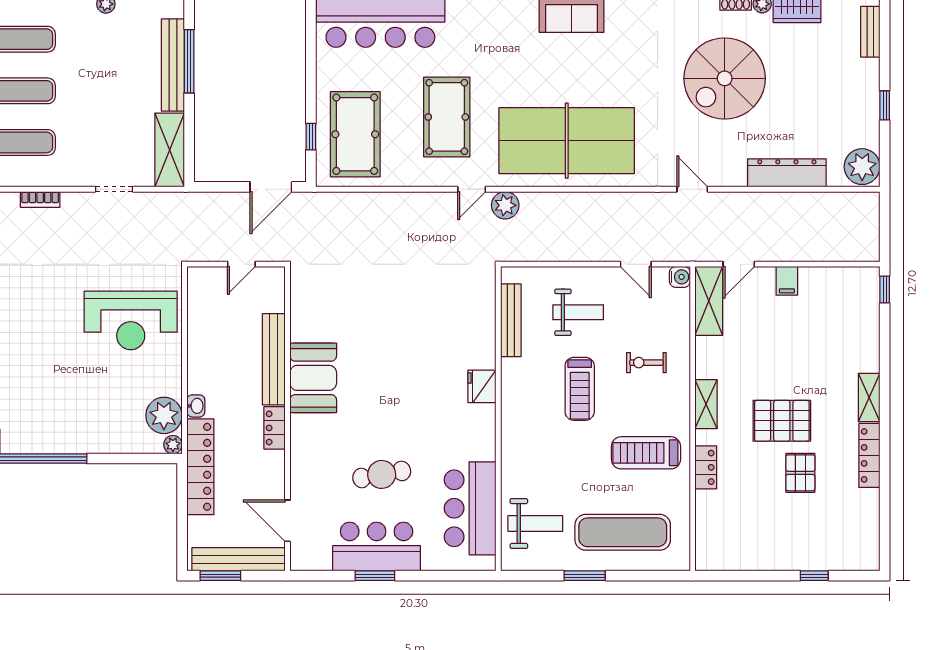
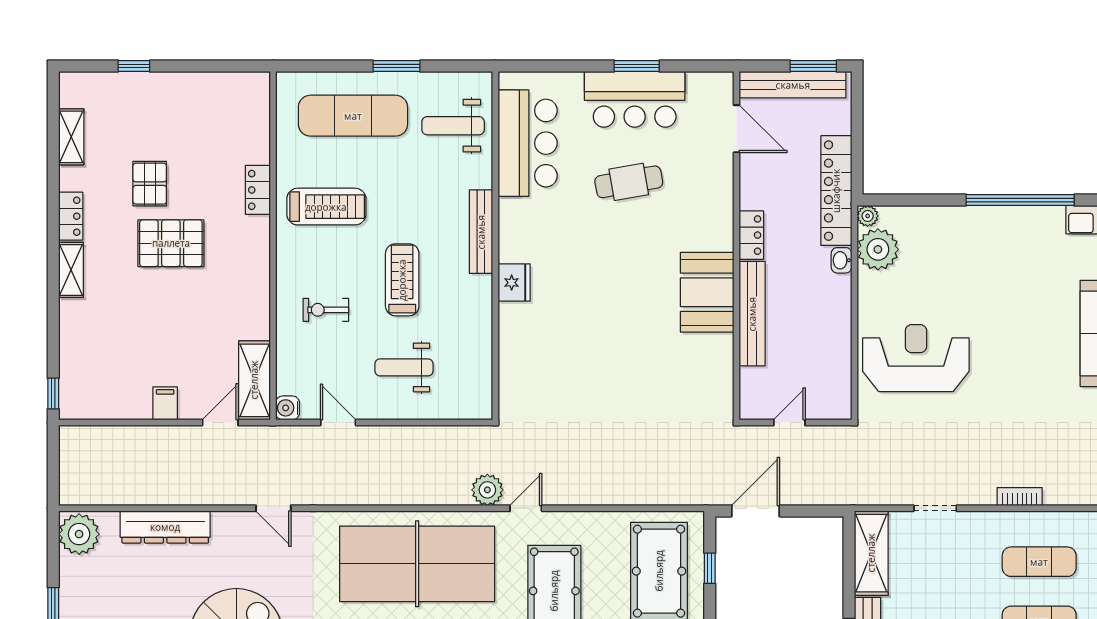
bench: (511, 320) -> (481, 232), moved
exercise bike: (646, 363) -> (326, 310), turned 180
shelving: (706, 404) -> (71, 137), moved
locker: (869, 455) -> (71, 216), width x0.66

